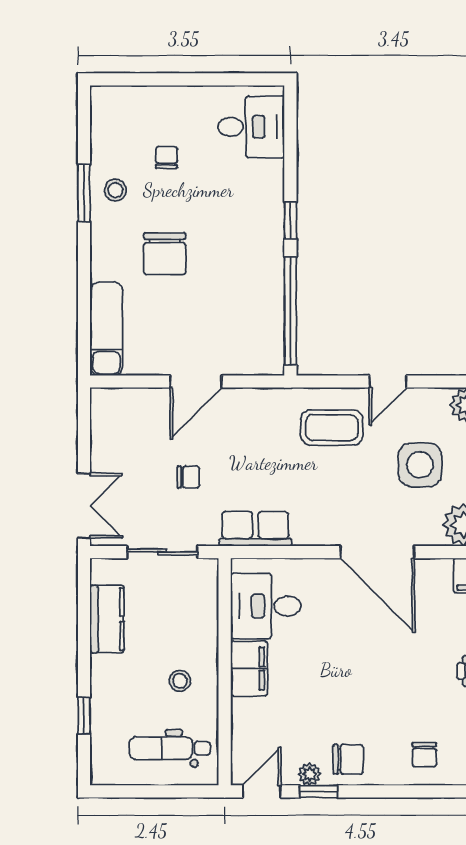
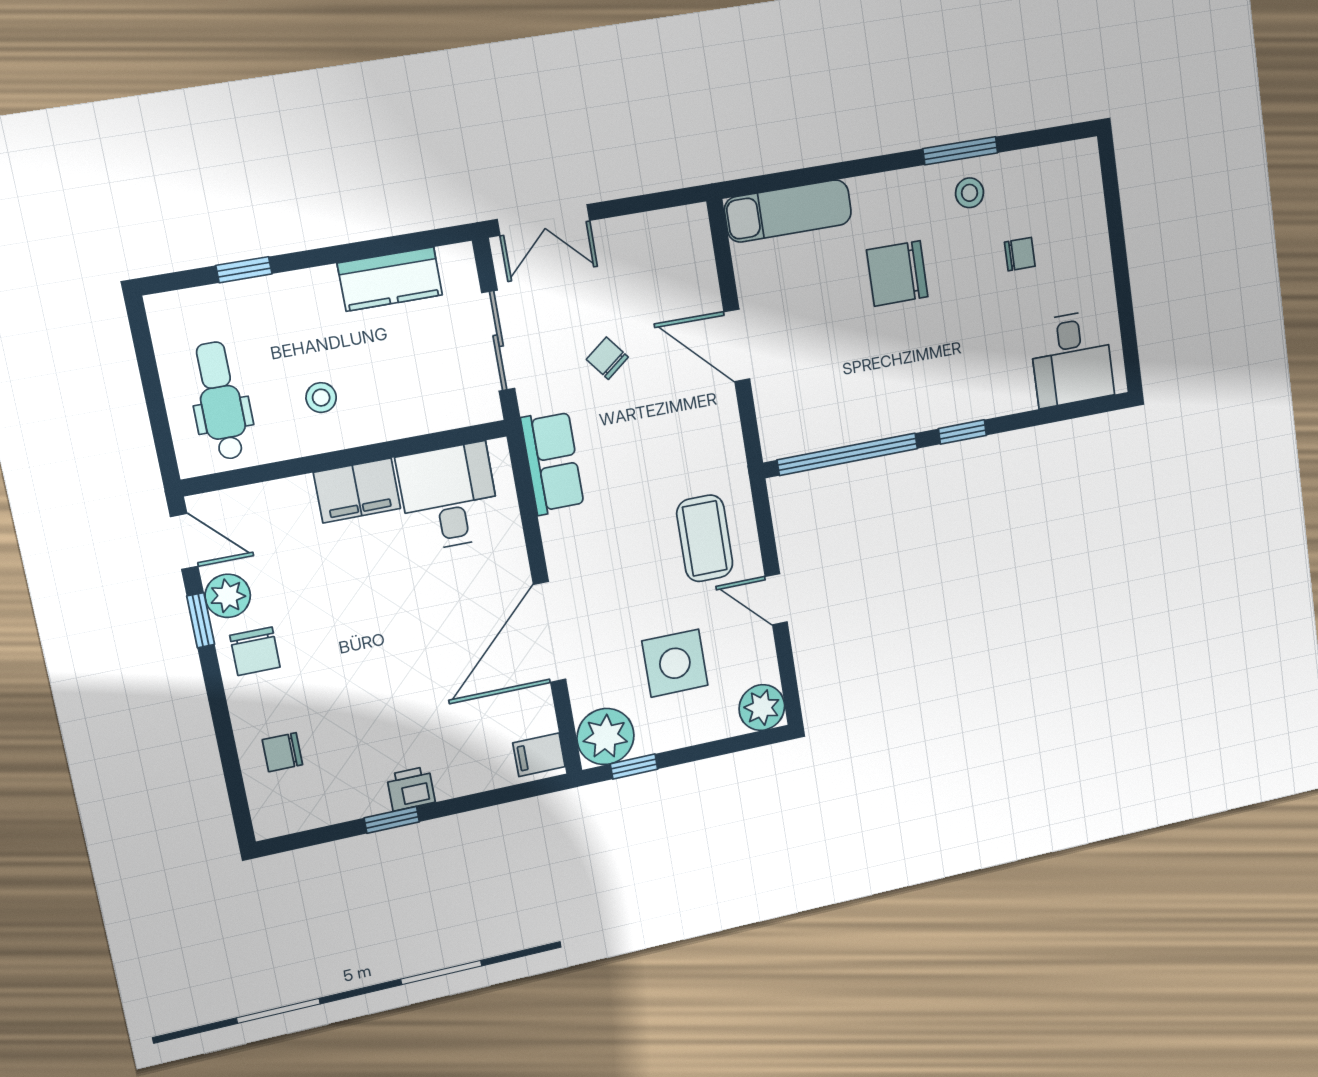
chair: (188, 477) -> (607, 358), turned 142
plant: (310, 774) -> (228, 596), width x1.38, depth x1.38

